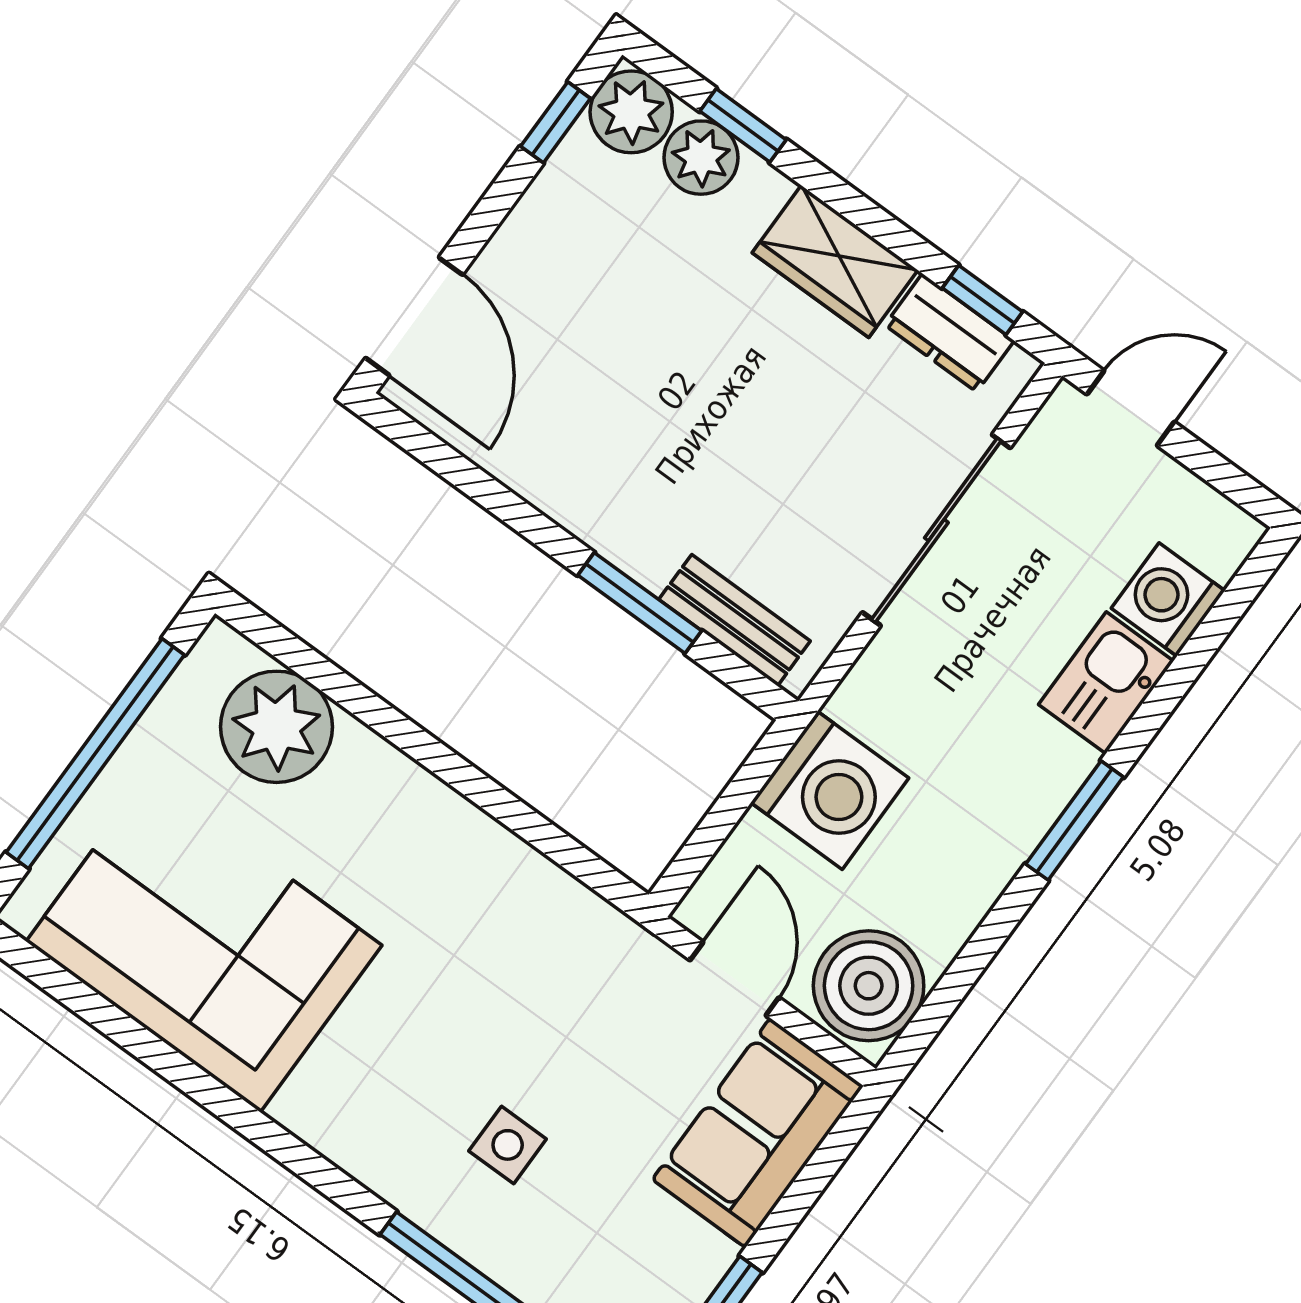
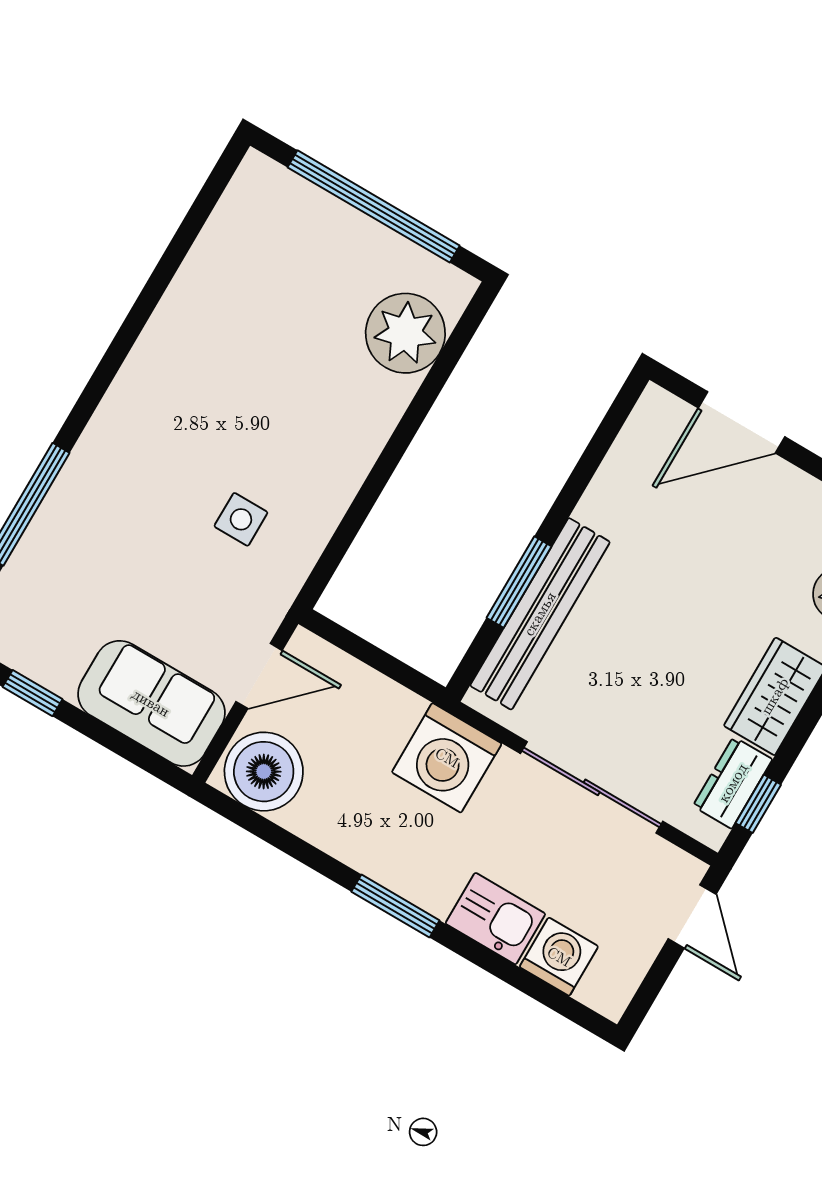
door: (414, 316) -> (742, 422), moved
bench: (735, 620) -> (540, 614), width x1.86, depth x1.21
washing machine: (830, 790) -> (447, 758), moved
corner sofa: (204, 943) -> (247, 297), removed
side table: (508, 1145) -> (241, 519), moved

